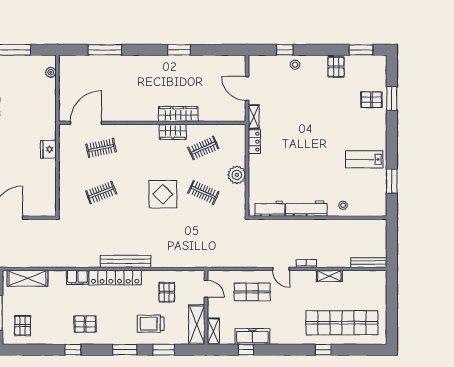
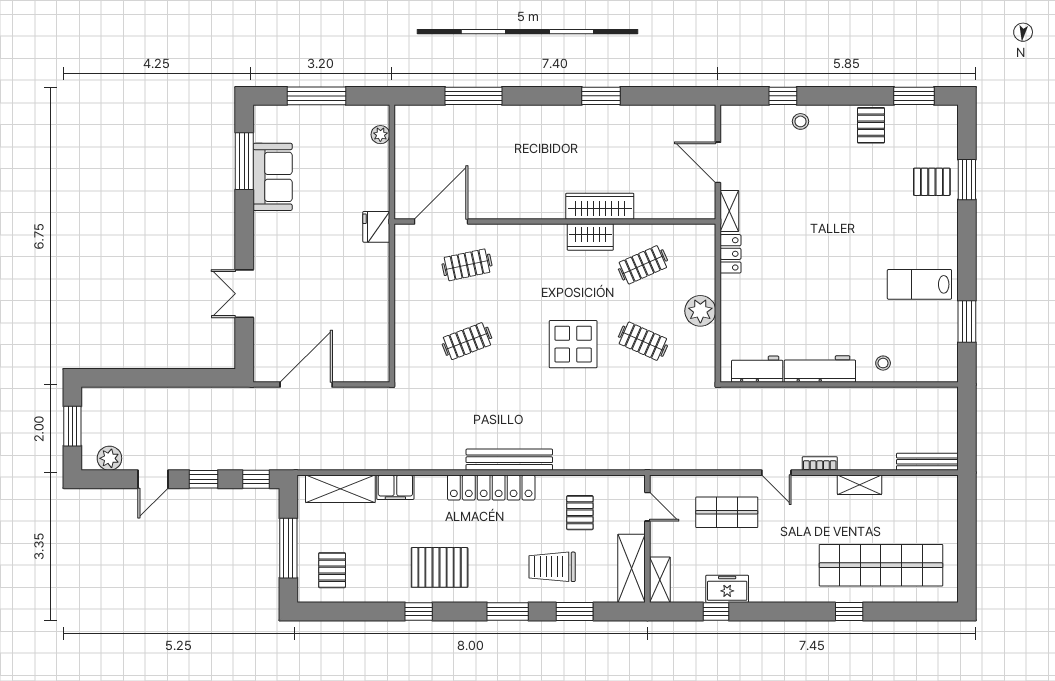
fridge: (48, 149) -> (376, 227), moved
filing cabinet: (77, 277) -> (395, 487), moved
pallet: (85, 324) -> (440, 567), width x1.50, depth x1.42
freezer: (252, 336) -> (727, 589), width x0.71

